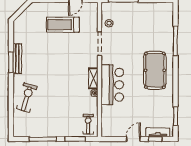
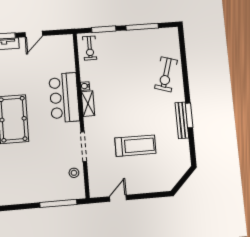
treadmill: (63, 25) -> (135, 146), moved

